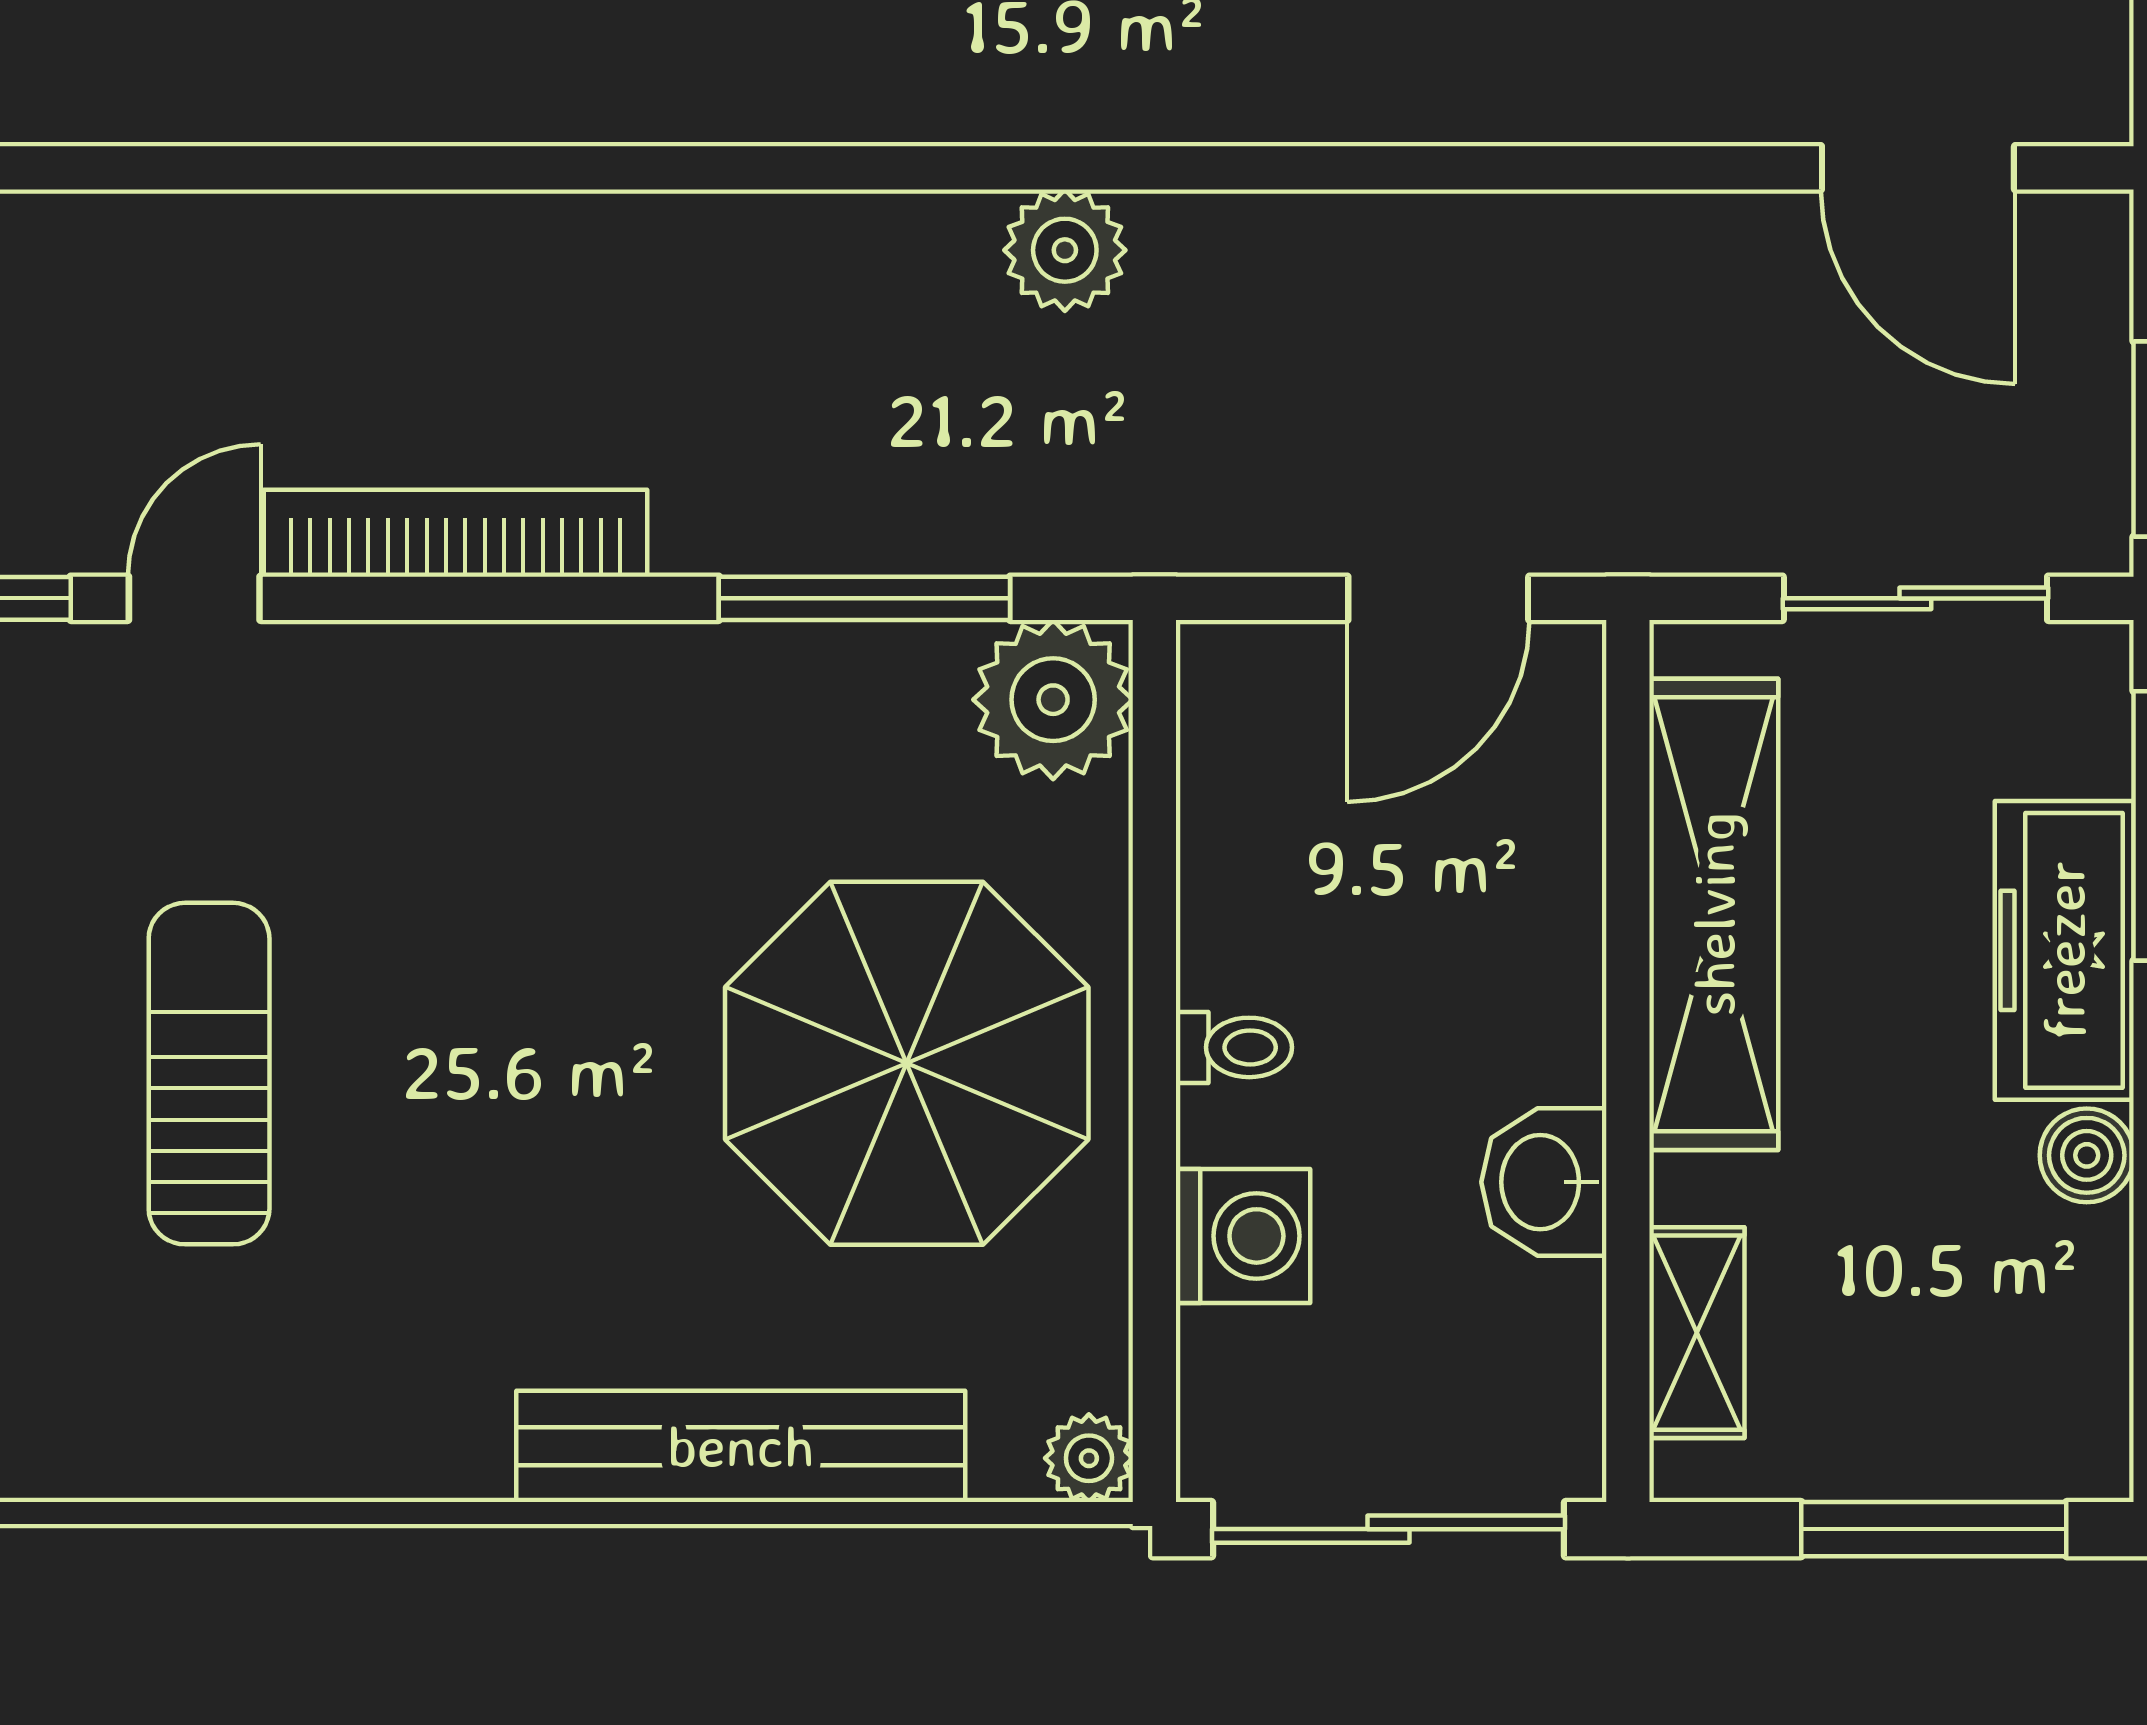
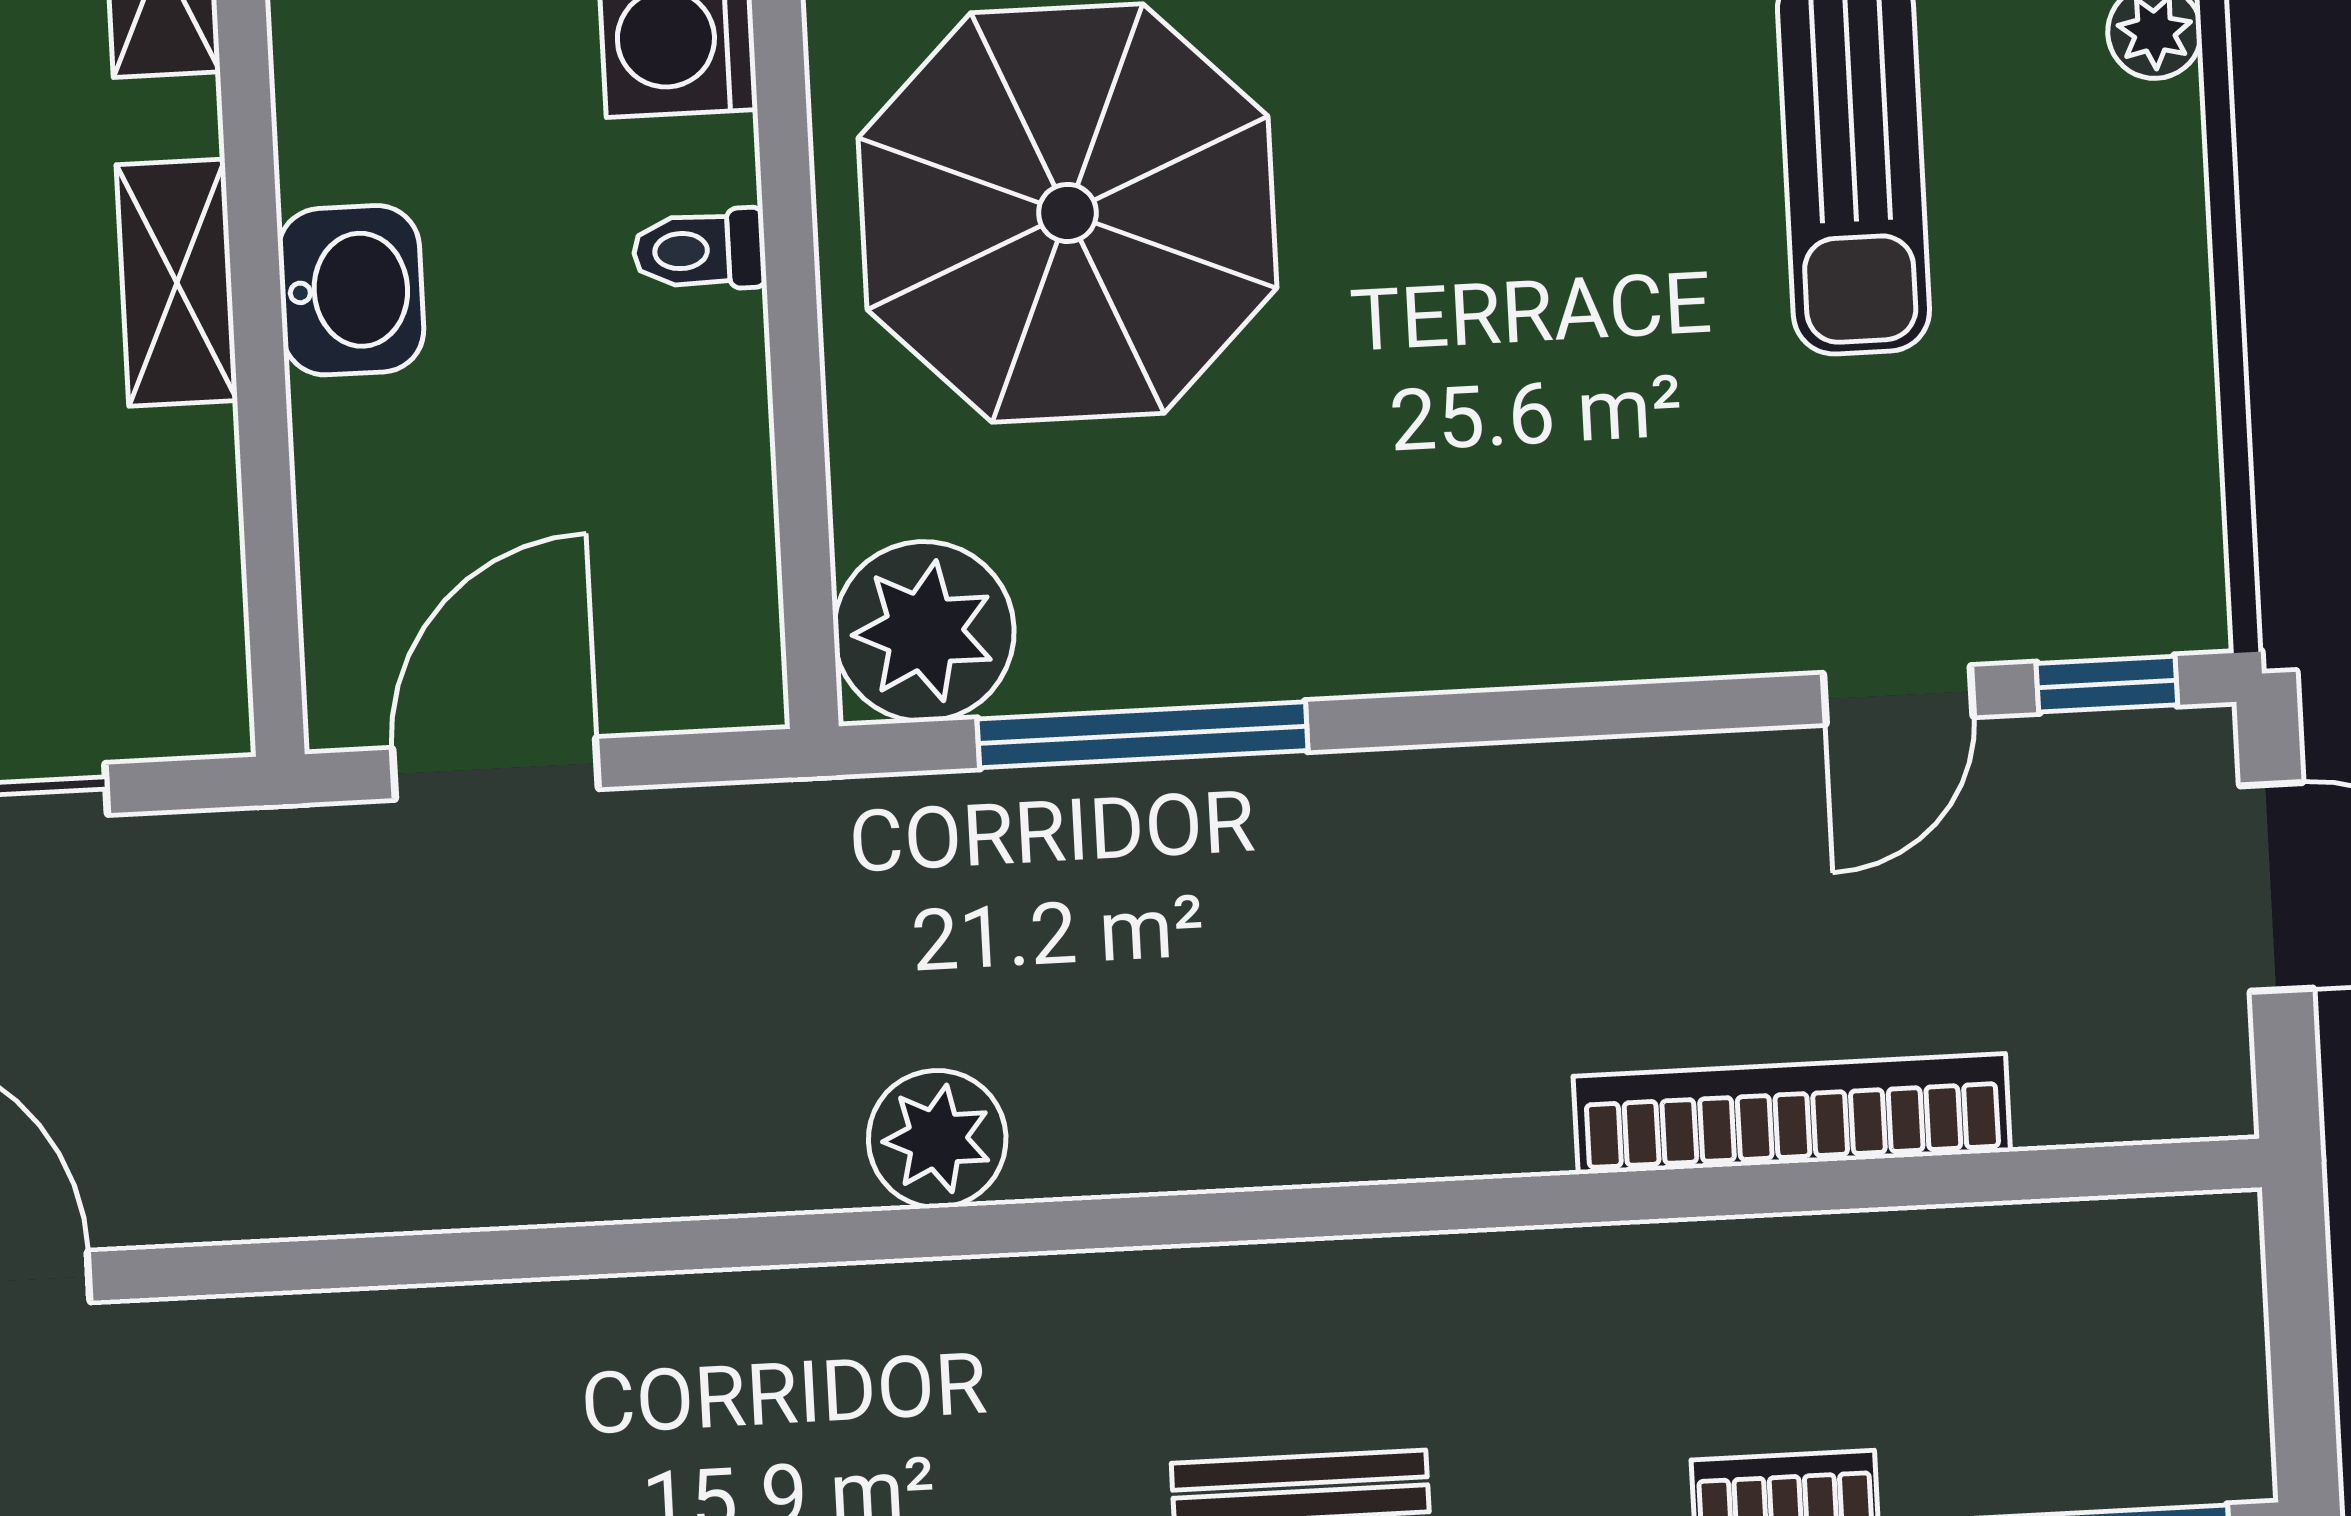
bookcase: (456, 533) -> (1792, 1114), moved, turned 180
shelving: (1714, 914) -> (177, 283), width x0.45, depth x0.75
washbasin: (1544, 1182) -> (351, 290), moved

